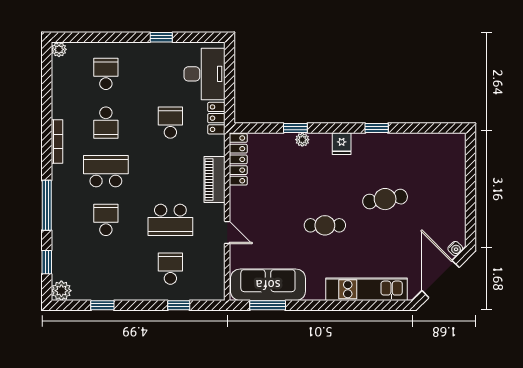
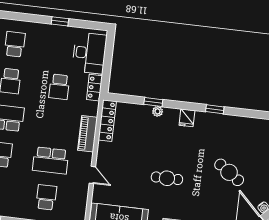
school desk: (170, 123) -> (59, 87), turned 180
cafe table: (385, 199) -> (229, 172), moved, turned 44

